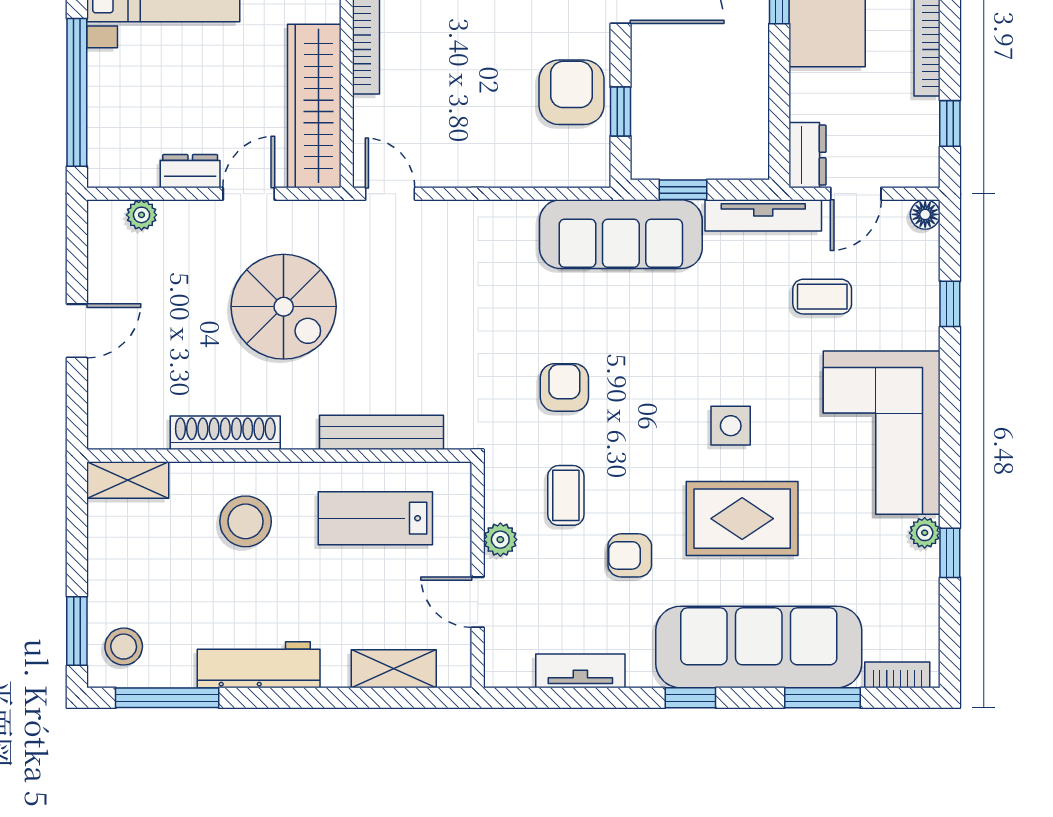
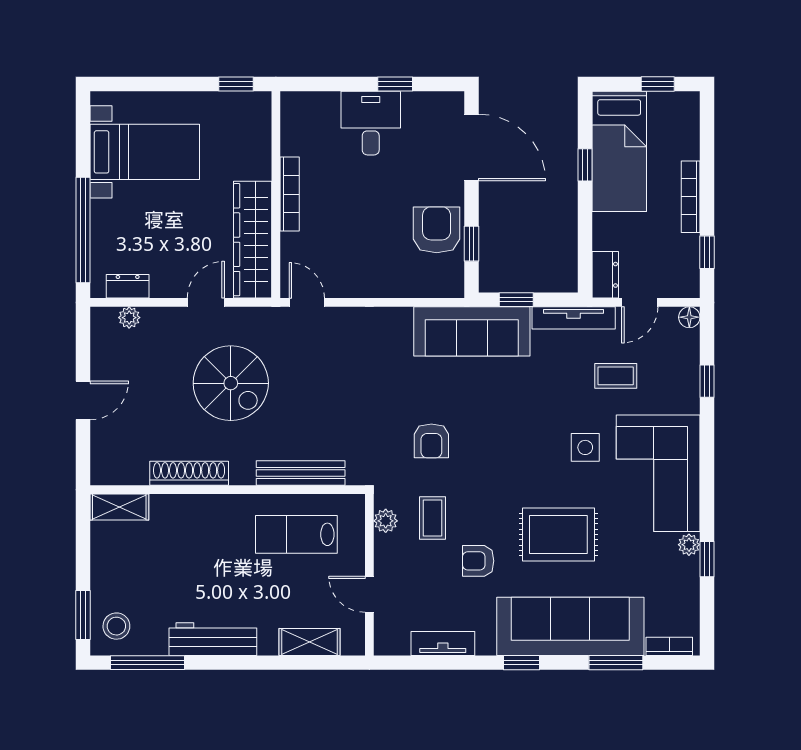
dresser: (190, 171) -> (128, 286), moved
armchair: (564, 387) -> (431, 441), turned 180
side table: (731, 426) -> (585, 447), moved
stool: (246, 521) -> (204, 537), removed
plant: (500, 540) -> (386, 521), moved

